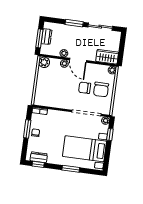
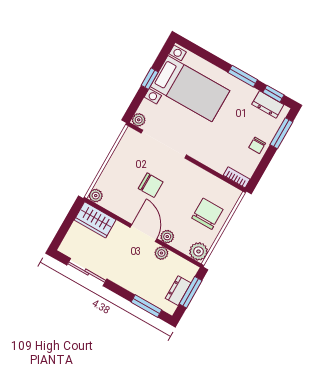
window: (74, 23) -> (146, 306), moved
chair: (101, 90) -> (207, 214), moved
window: (27, 129) -> (281, 133), moved
window: (110, 134) -> (150, 79), moved
window: (71, 169) -> (243, 76), moved

